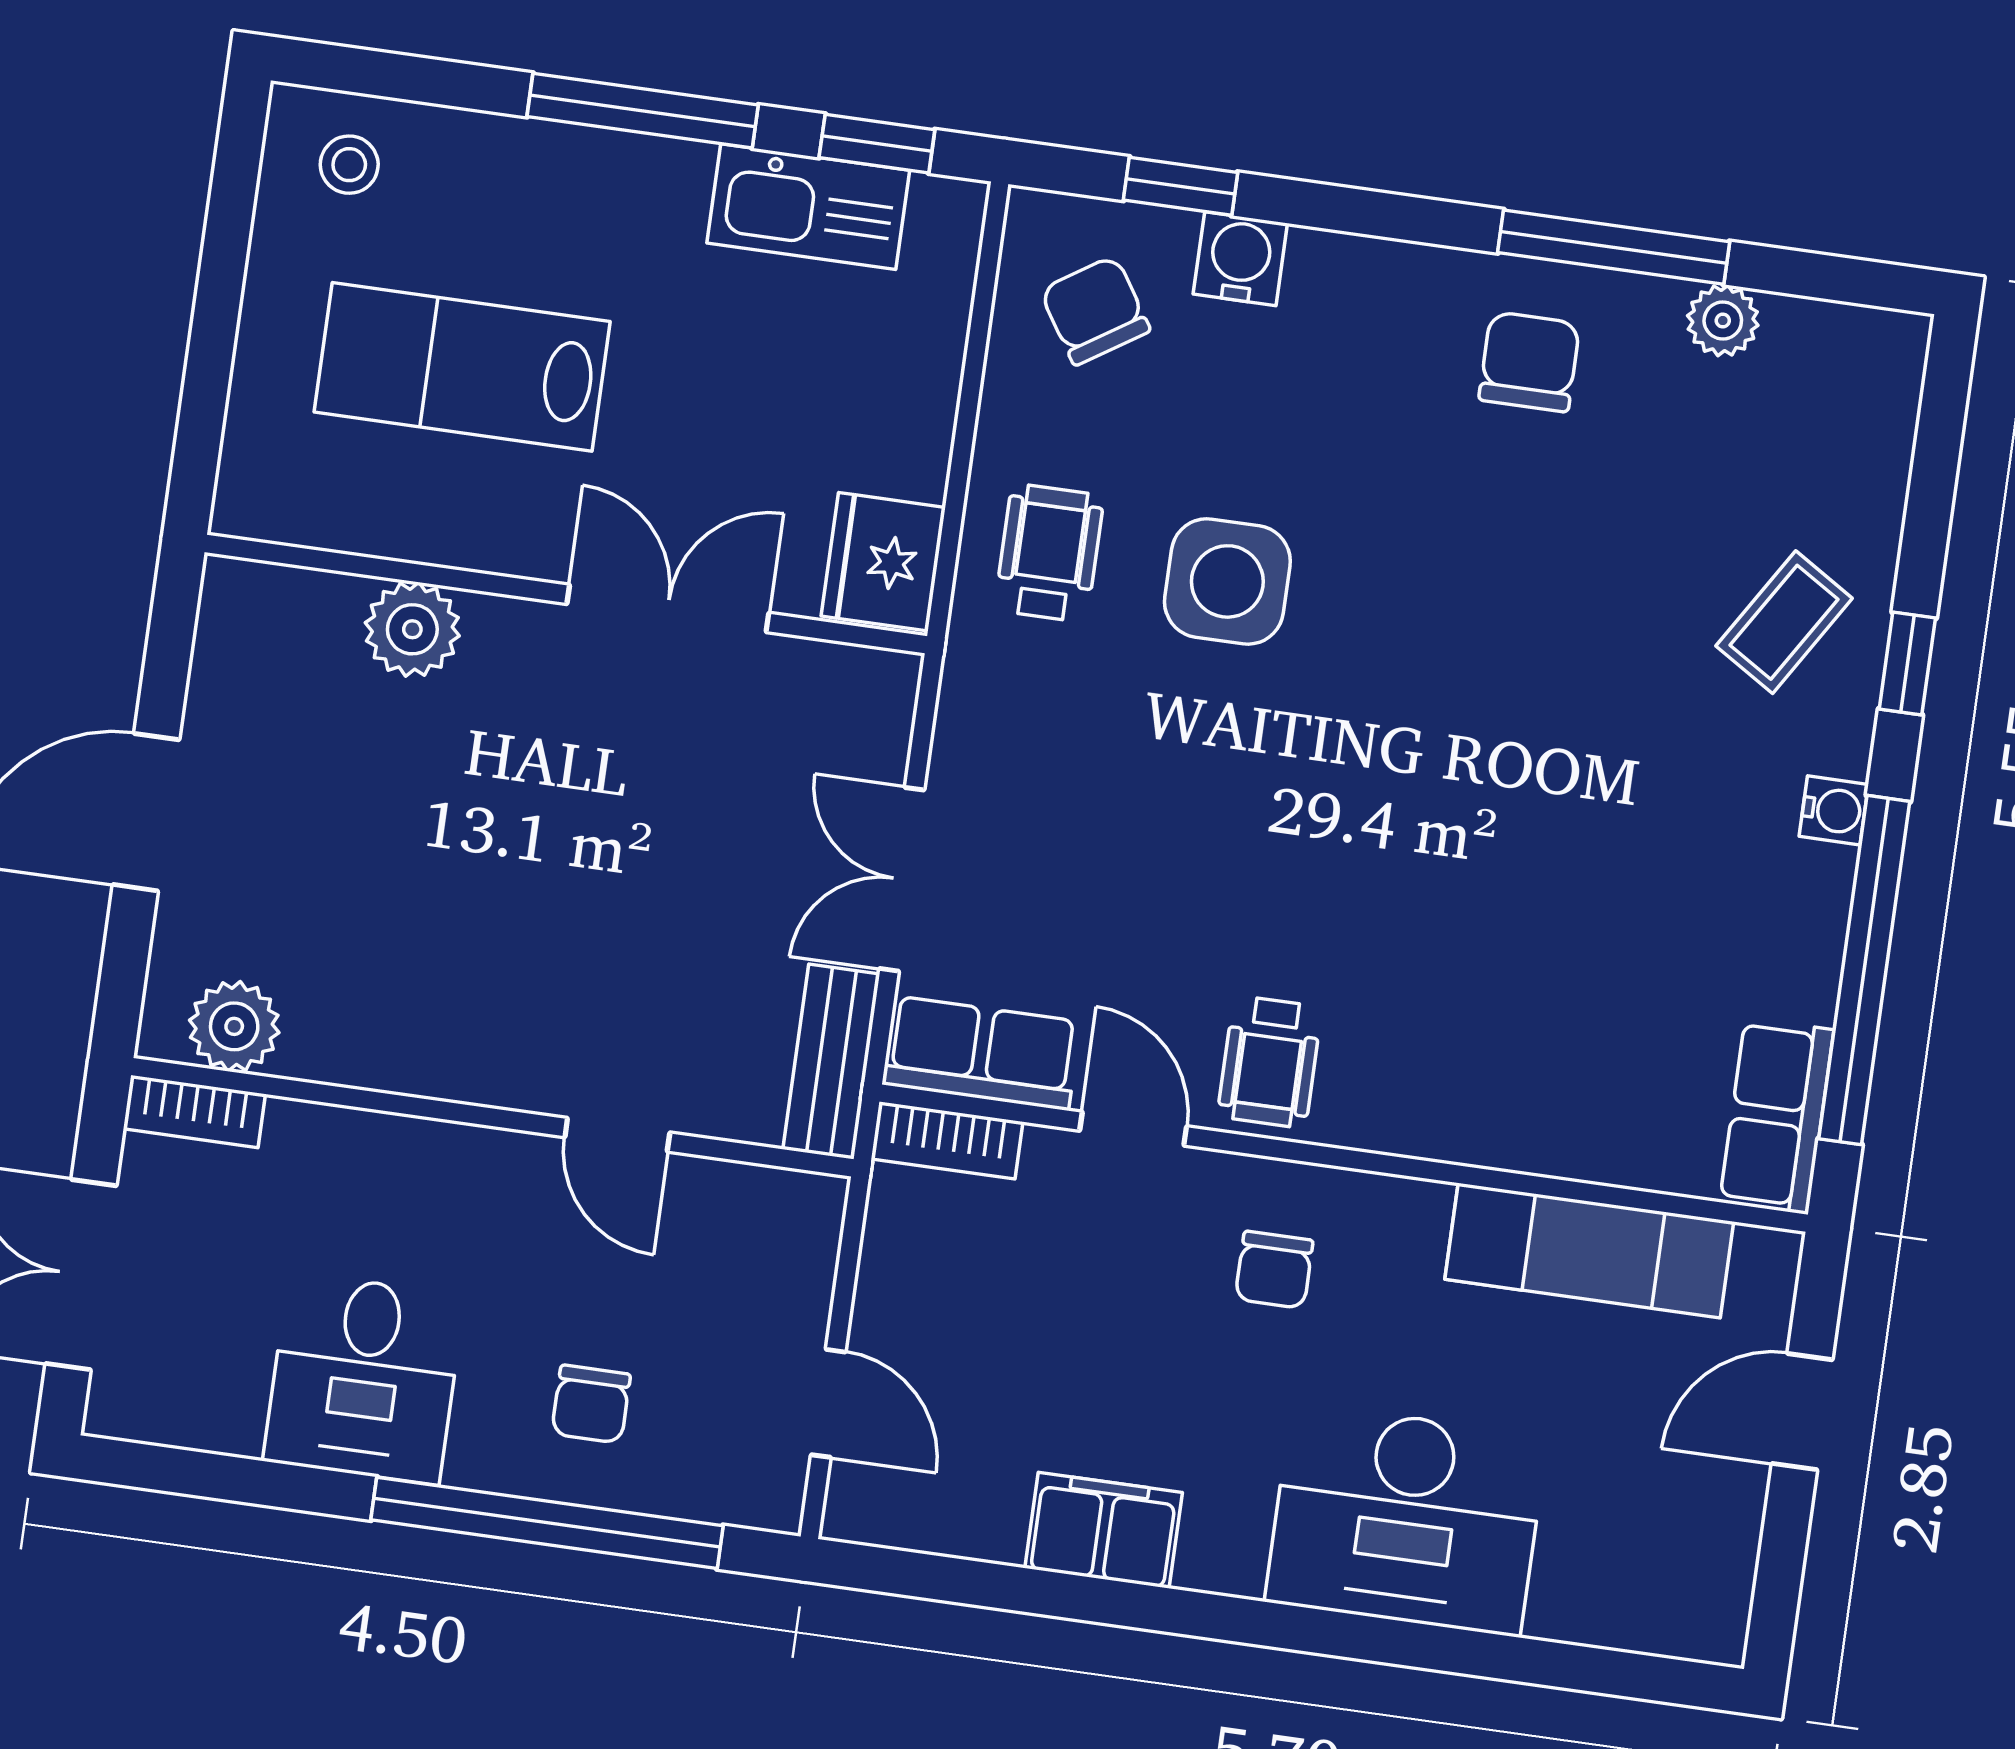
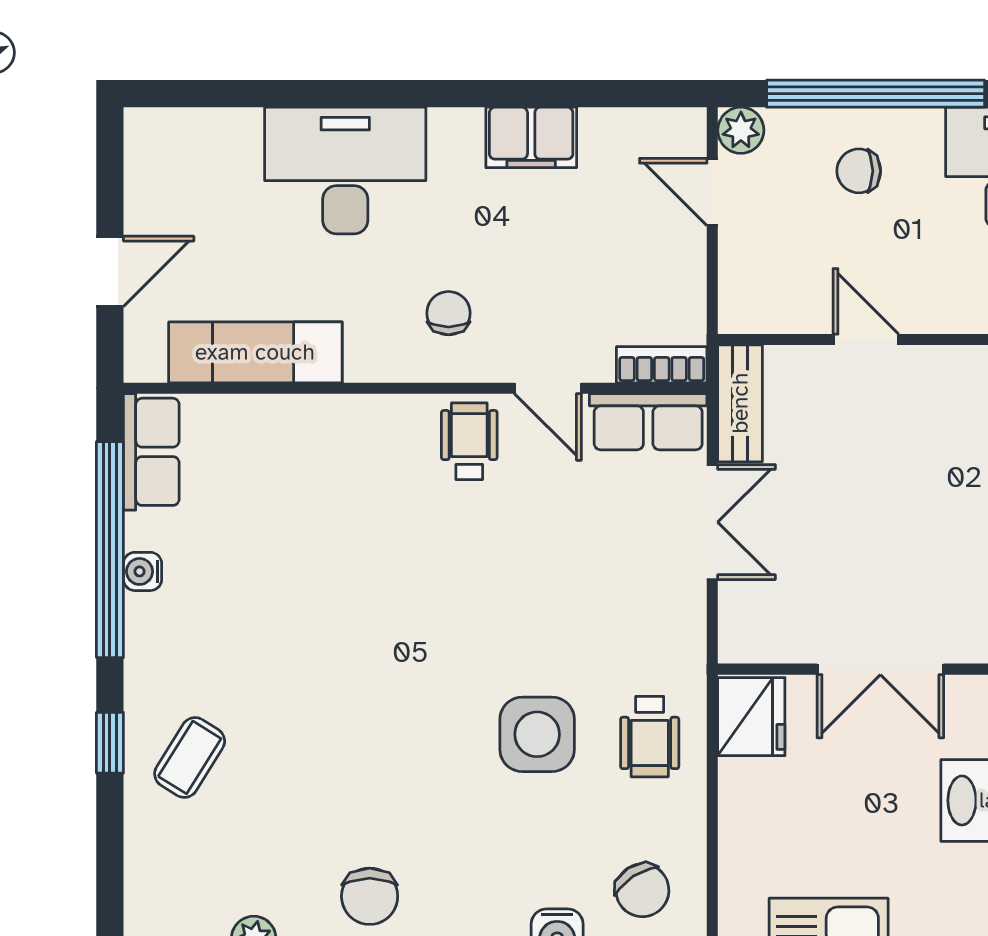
water cooler: (1834, 810) -> (143, 571), moved
chair: (591, 1404) -> (859, 171), turned -90
plant: (769, 1495) -> (741, 130), added

